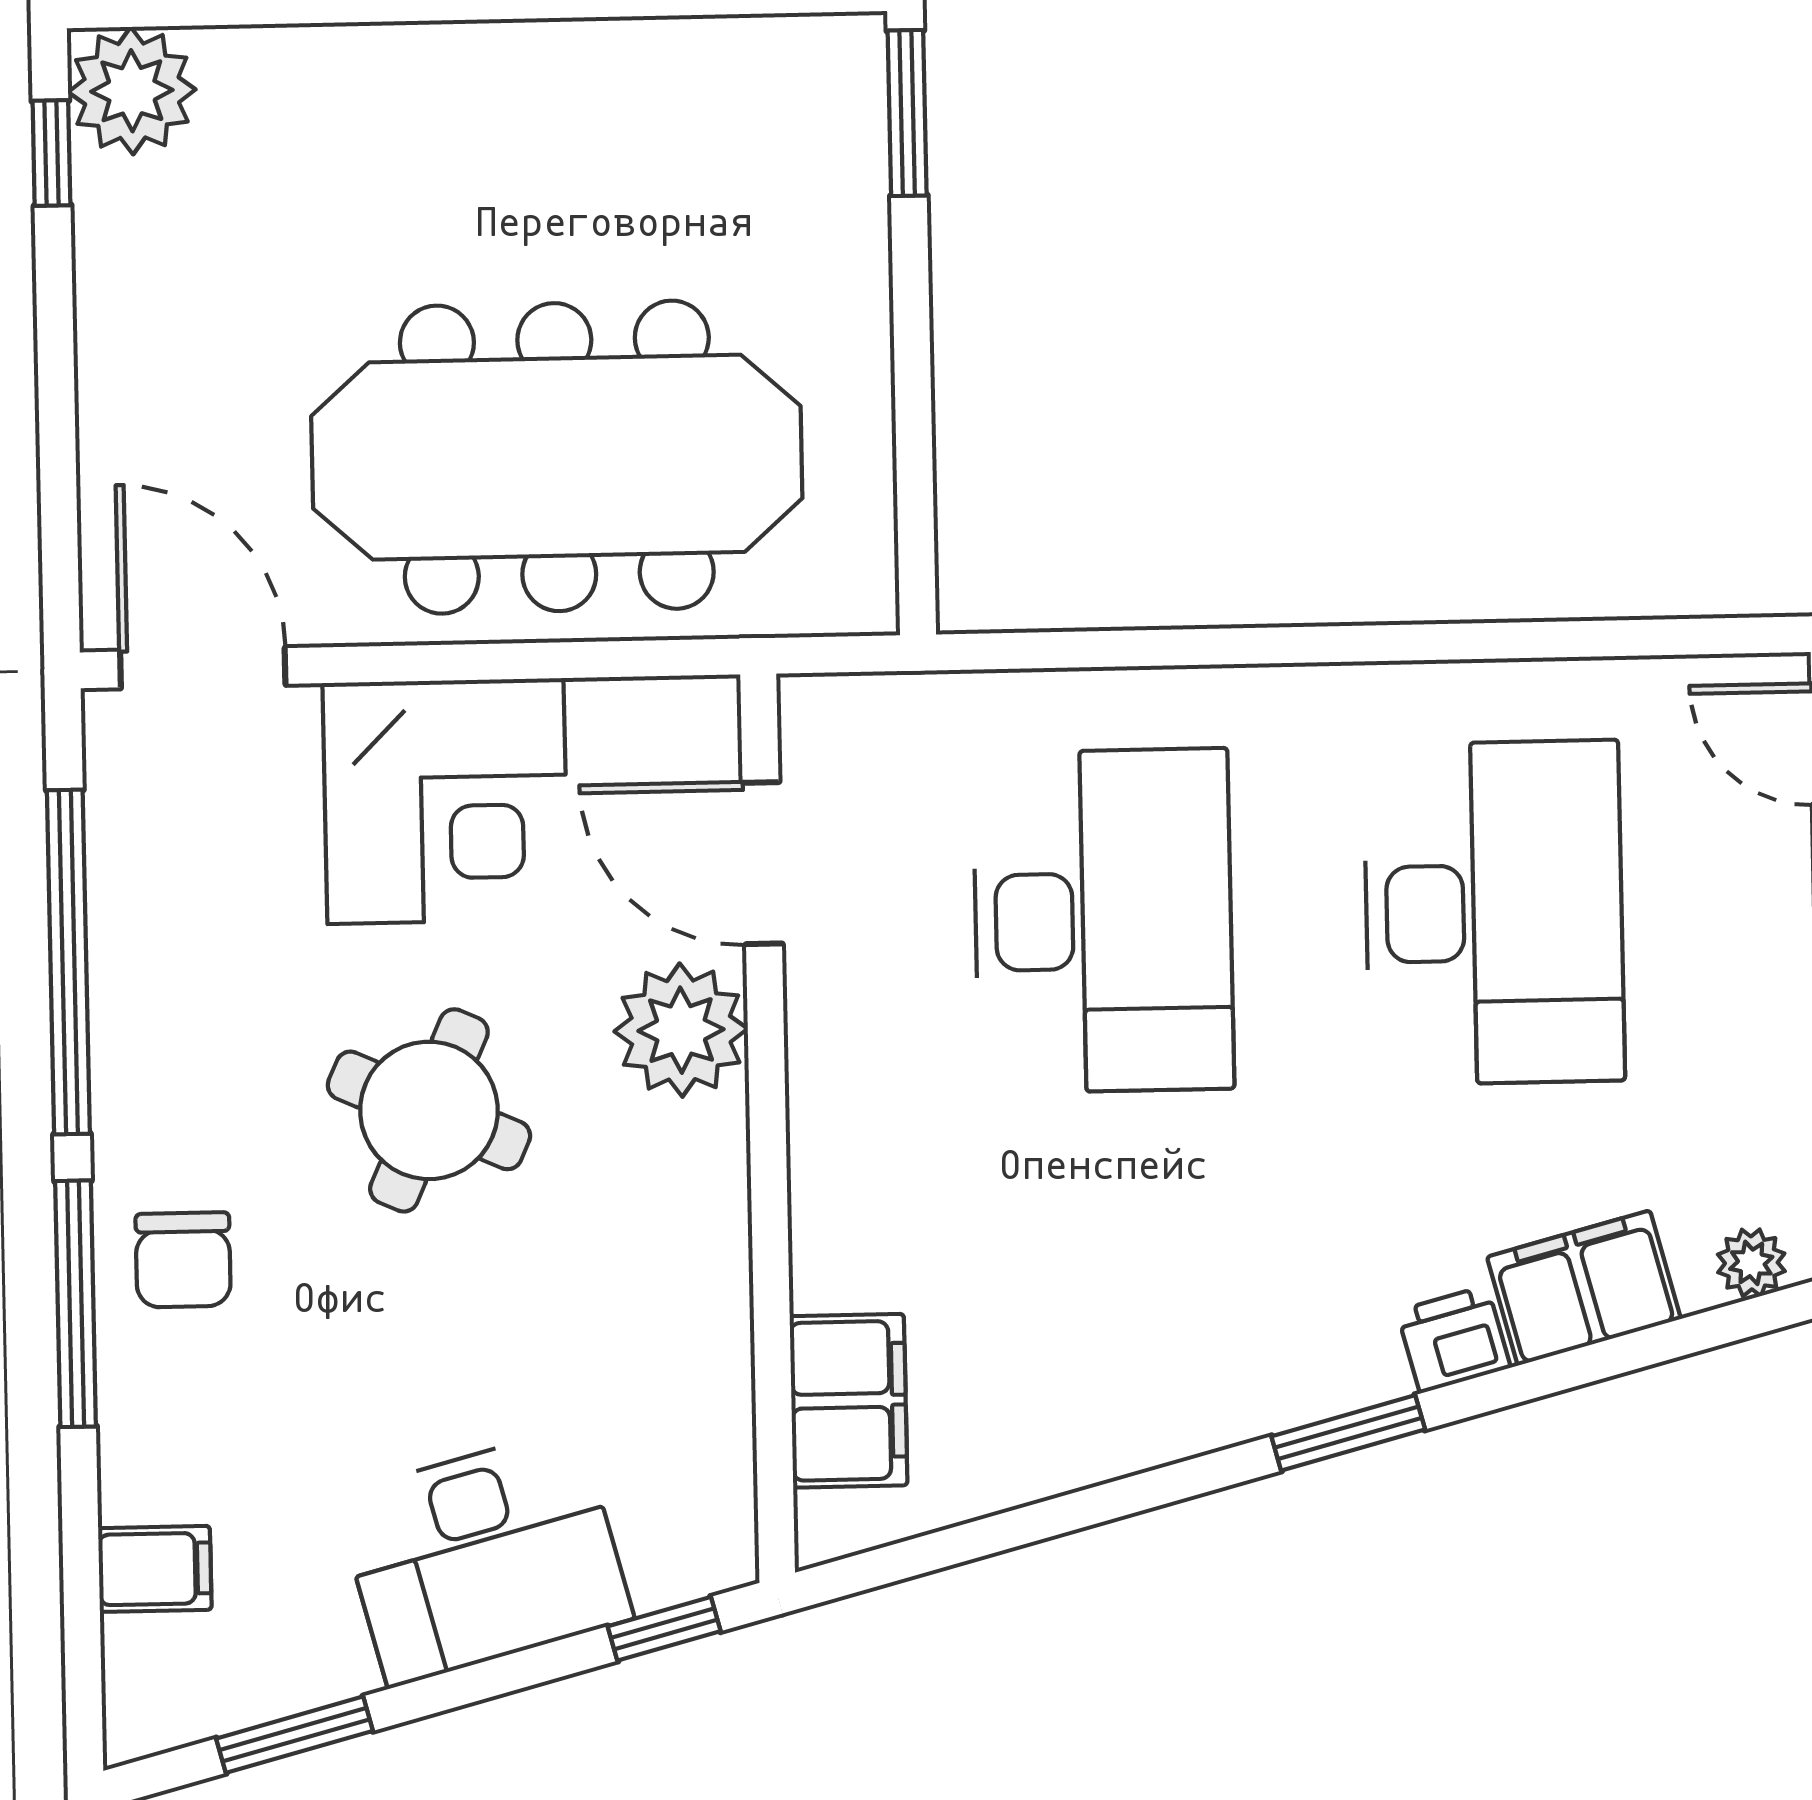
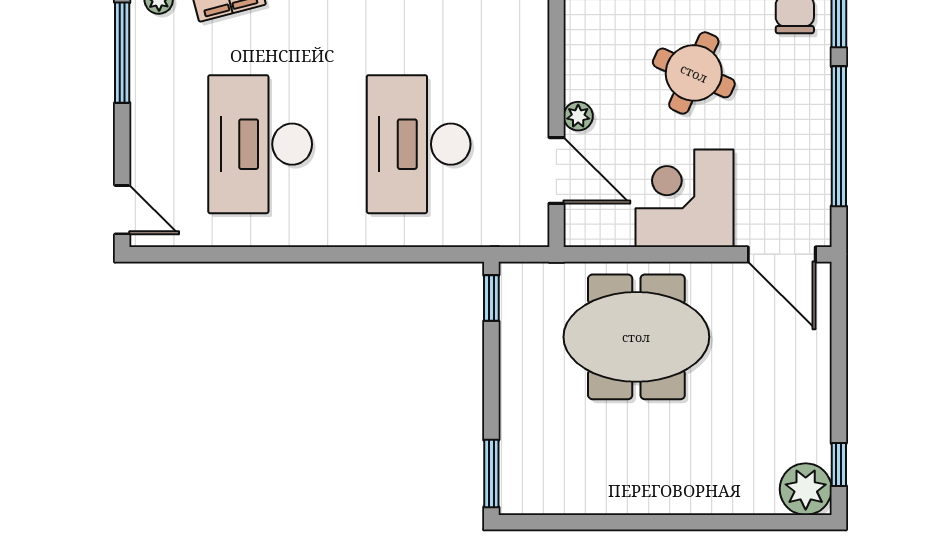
meeting table: (557, 457) -> (636, 337), width x0.73
window: (916, 545) -> (491, 298), added
plant: (681, 1030) -> (578, 116), width x0.53, depth x0.53

